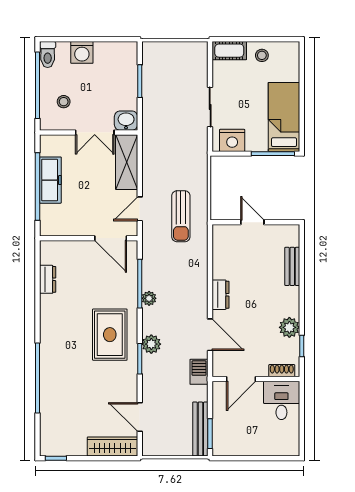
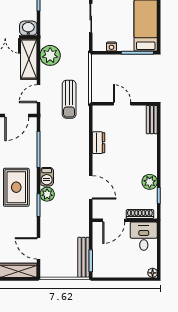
nightstand: (232, 140) -> (111, 47), width x0.53, depth x0.56
door: (111, 238) -> (17, 116), hinge flipped
bench: (292, 266) -> (152, 120), moved
dresser: (221, 295) -> (99, 143), moved
plant: (149, 298) -> (50, 55), moved, width x1.88, depth x1.88
shoe rack: (282, 371) -> (140, 214), width x1.43
barbecue: (199, 372) -> (47, 177), moved, turned 180
floor lamp: (293, 450) -> (153, 273), added

